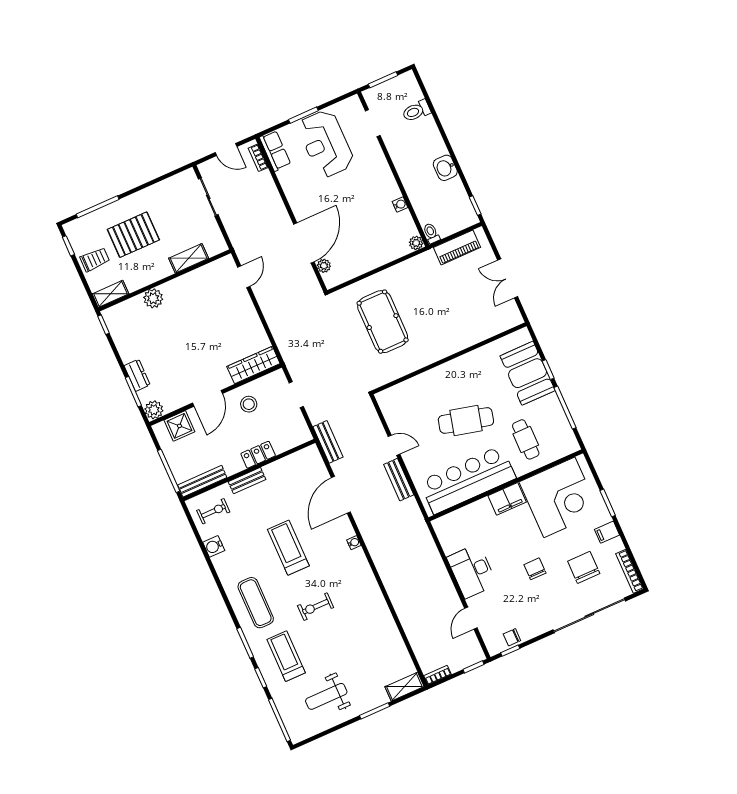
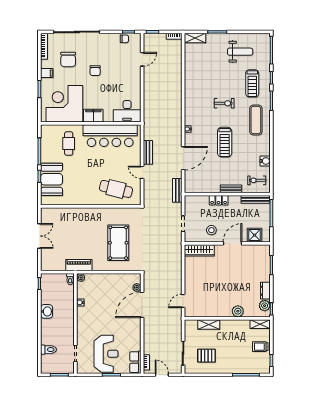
pallet: (133, 235) -> (206, 356), moved, width x0.67, depth x0.71
piano: (457, 247) -> (79, 265), moved
dresser: (137, 375) -> (265, 291), moved
plant: (154, 410) -> (265, 306), moved
cafe table: (466, 420) -> (116, 189), moved
desk: (472, 571) -> (127, 111), moved, turned 90

